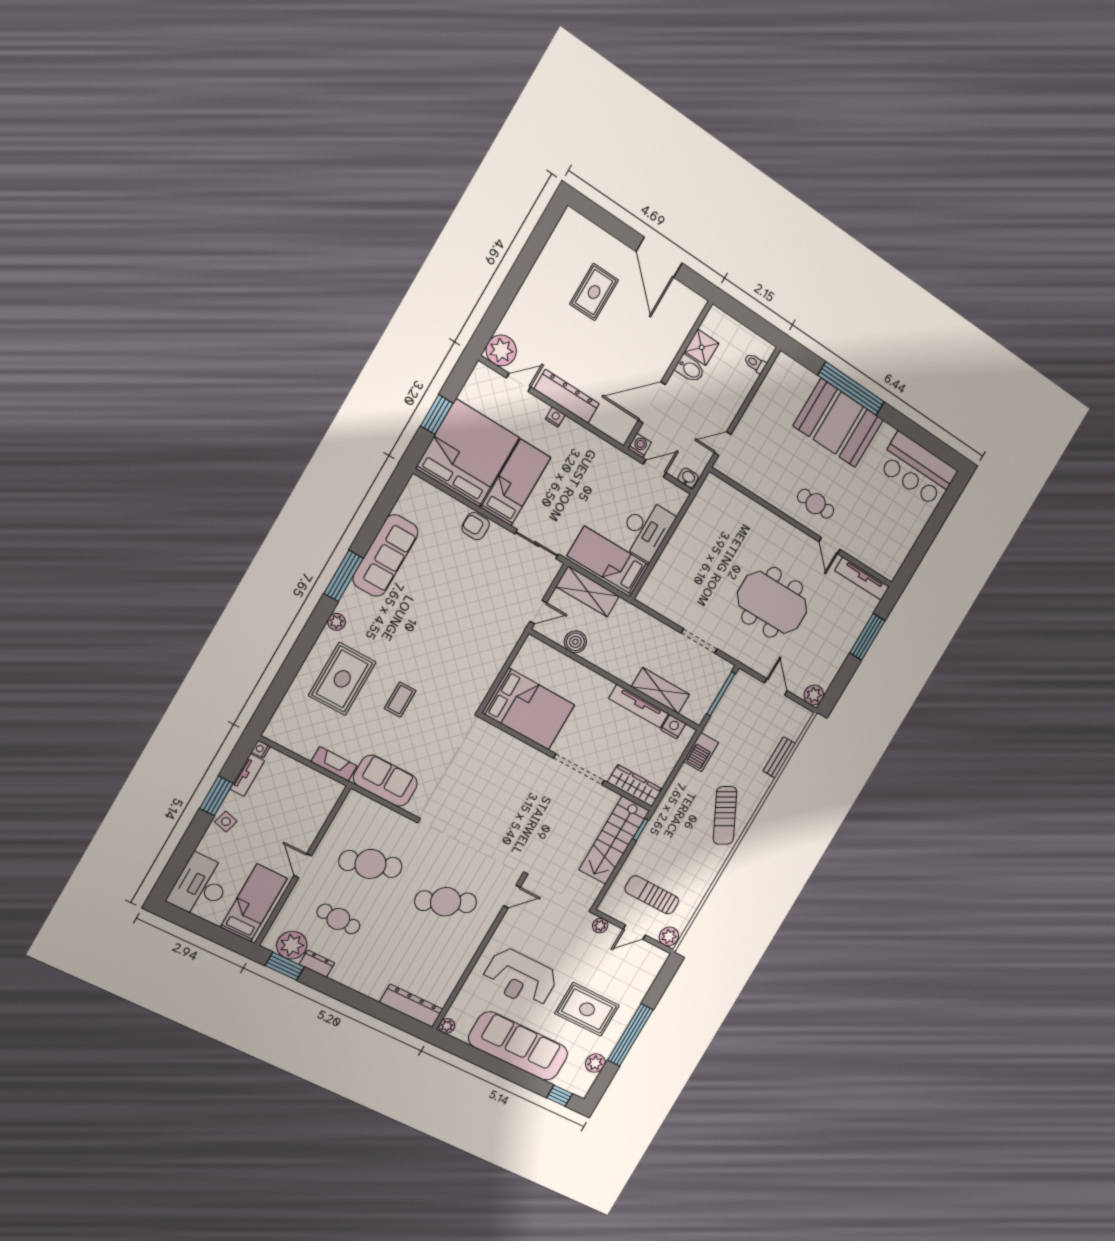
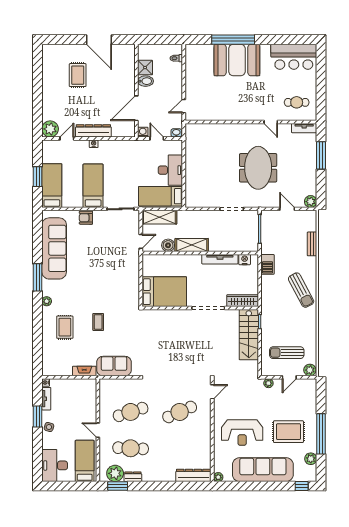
bed: (468, 453) -> (52, 186), width x0.49
door: (655, 468) -> (157, 138), hinge flipped
cafe table: (816, 504) -> (297, 102), moved
sofa: (385, 556) -> (54, 248), width x1.36, depth x1.27
tv unit: (862, 579) -> (304, 128), width x0.71
meeting table: (772, 602) -> (258, 168), turned 90
rug: (342, 679) -> (65, 327), width x0.73, depth x0.70
shelving: (660, 691) -> (192, 245), moved
cafe table: (338, 919) -> (131, 448), width x1.37, depth x1.35

